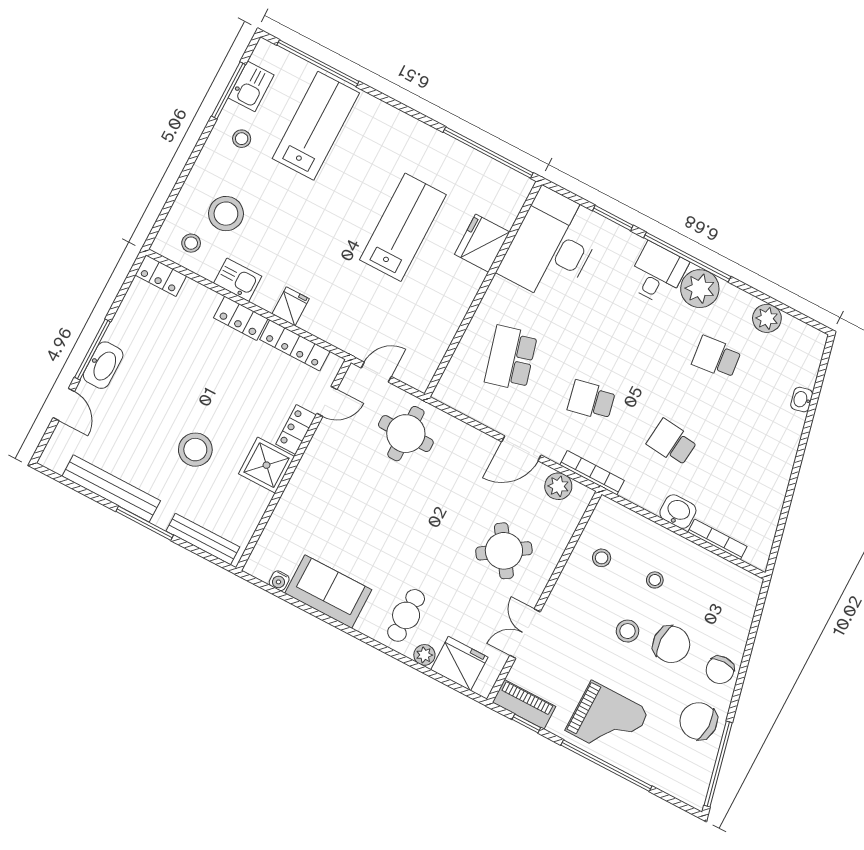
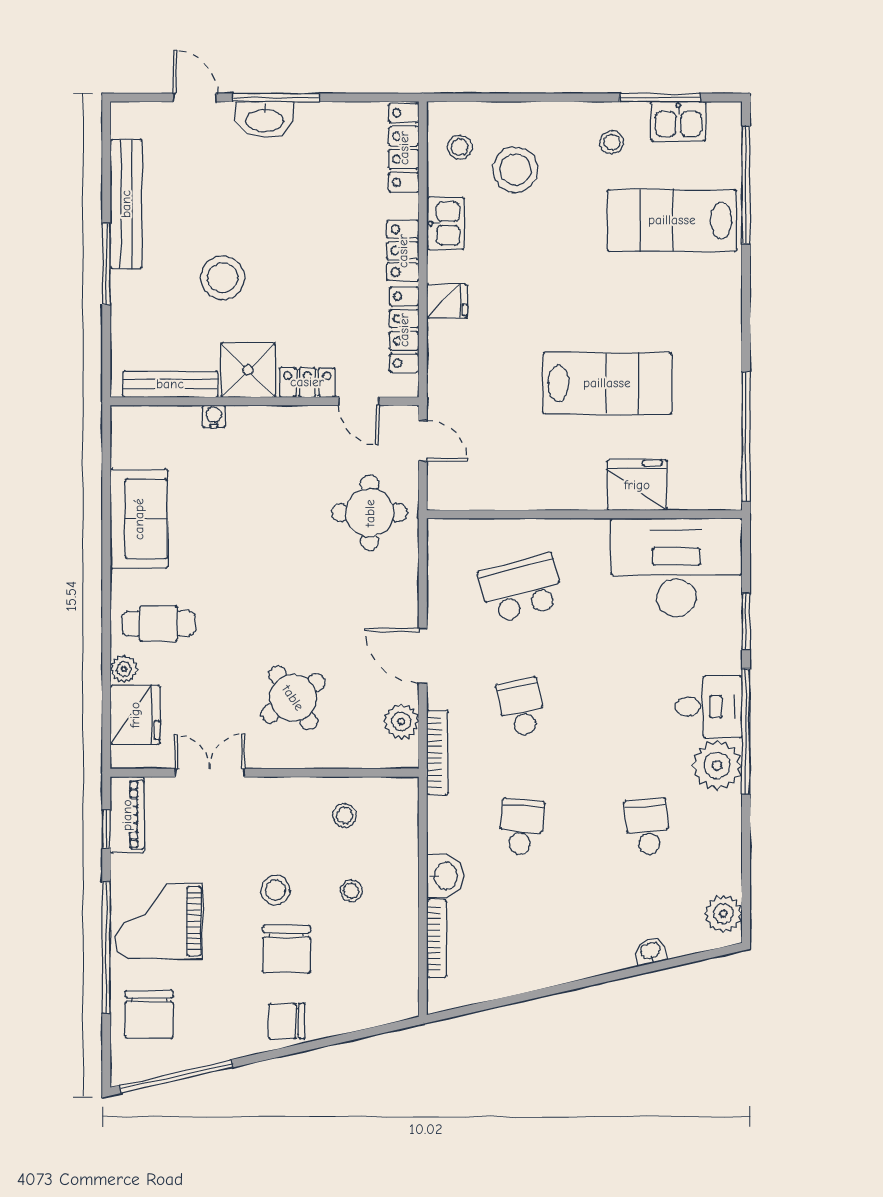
lab bench: (316, 126) -> (672, 220), turned 180
locker: (161, 275) -> (404, 148), width x1.53
plant: (767, 318) -> (723, 914), moved
door: (64, 404) -> (195, 98), swing flipped
bench: (203, 539) -> (170, 384), moved, turned 90
water cooler: (279, 581) -> (214, 416), moved, turned 90
grand piano: (607, 720) -> (159, 921), turned 90
chair: (699, 721) -> (149, 1014), moved, turned 180

